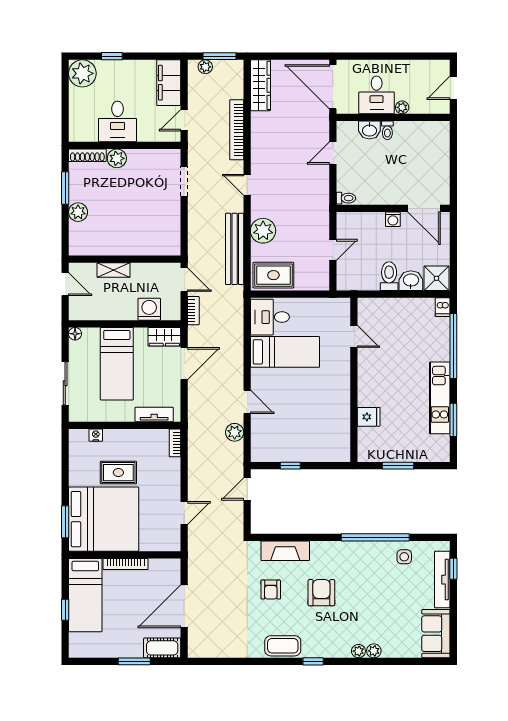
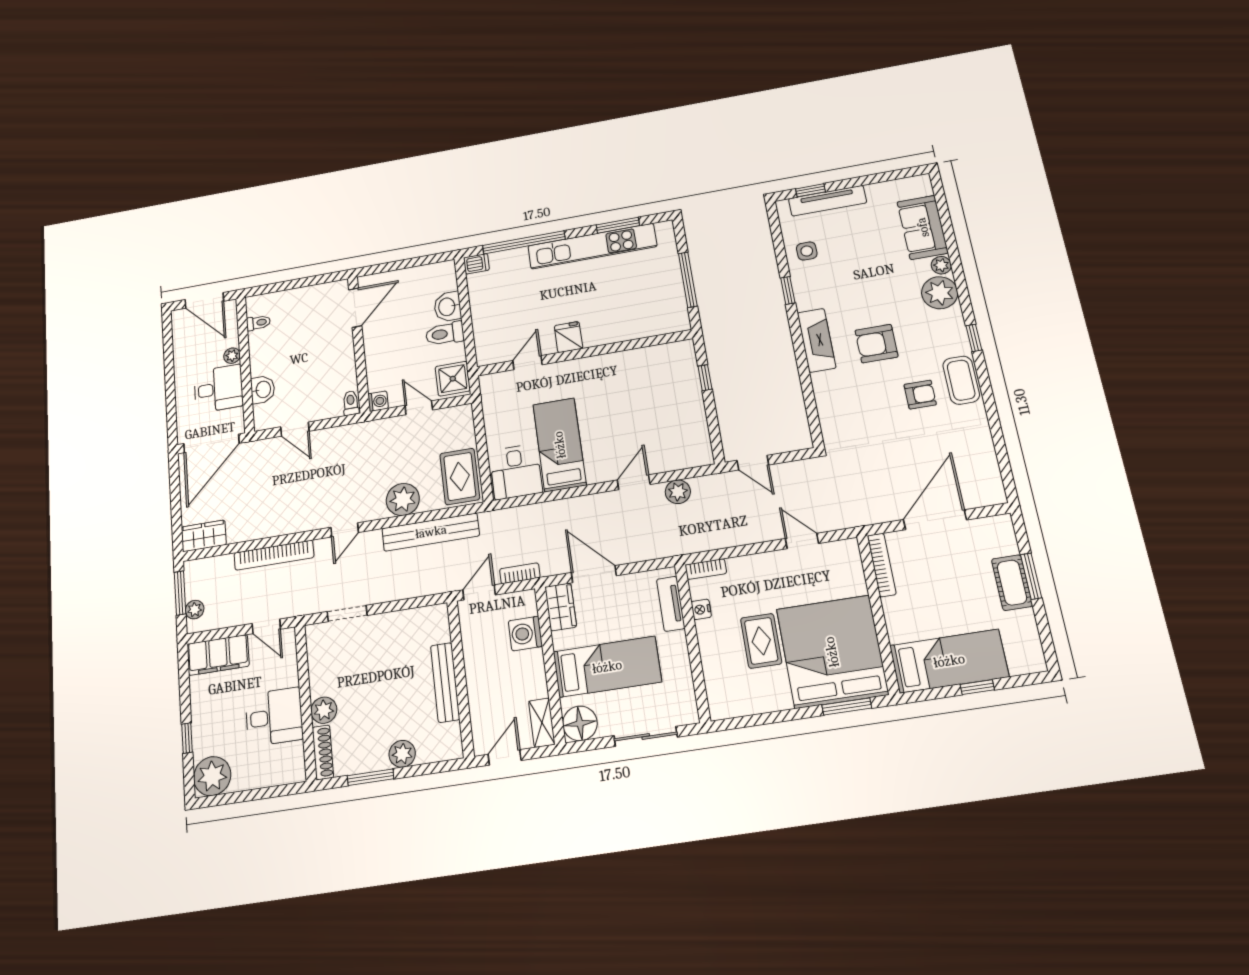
wardrobe: (260, 85) -> (204, 536), width x0.67
door: (453, 88) -> (204, 300), width x1.38
toilet: (387, 130) -> (258, 323), moved
washing machine: (393, 219) -> (378, 401), moved
bench: (123, 248) -> (445, 682), added
shelving: (114, 270) -> (542, 723), moved
shower: (436, 278) -> (453, 379), moved
floor lamp: (75, 334) -> (580, 723), width x1.89, depth x1.89
kitchen unit: (440, 398) -> (592, 246), width x1.36
fridge: (369, 417) -> (568, 337), moved
nightstand: (96, 435) -> (701, 609), moved
window: (290, 466) -> (705, 378), moved
window: (398, 466) -> (688, 280), width x1.44
window: (375, 537) -> (788, 290), width x0.32
fireplace: (285, 551) -> (817, 340), moved
bookcase: (126, 564) -> (882, 565), moved
armchair: (271, 590) -> (920, 395), moved
door: (184, 606) -> (935, 520), swing flipped
sofa: (436, 634) -> (923, 227), moved, turned 90
cot: (162, 648) -> (1012, 583), moved
plant: (358, 651) -> (940, 293), width x1.87, depth x1.87

